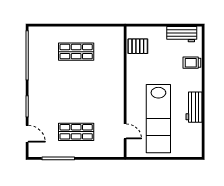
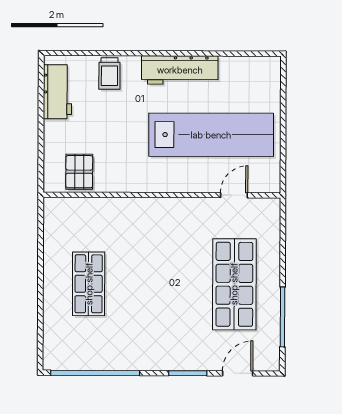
workbench: (194, 107) -> (180, 70), width x1.37
shop shelf: (76, 132) -> (234, 284), width x1.43, depth x1.36

